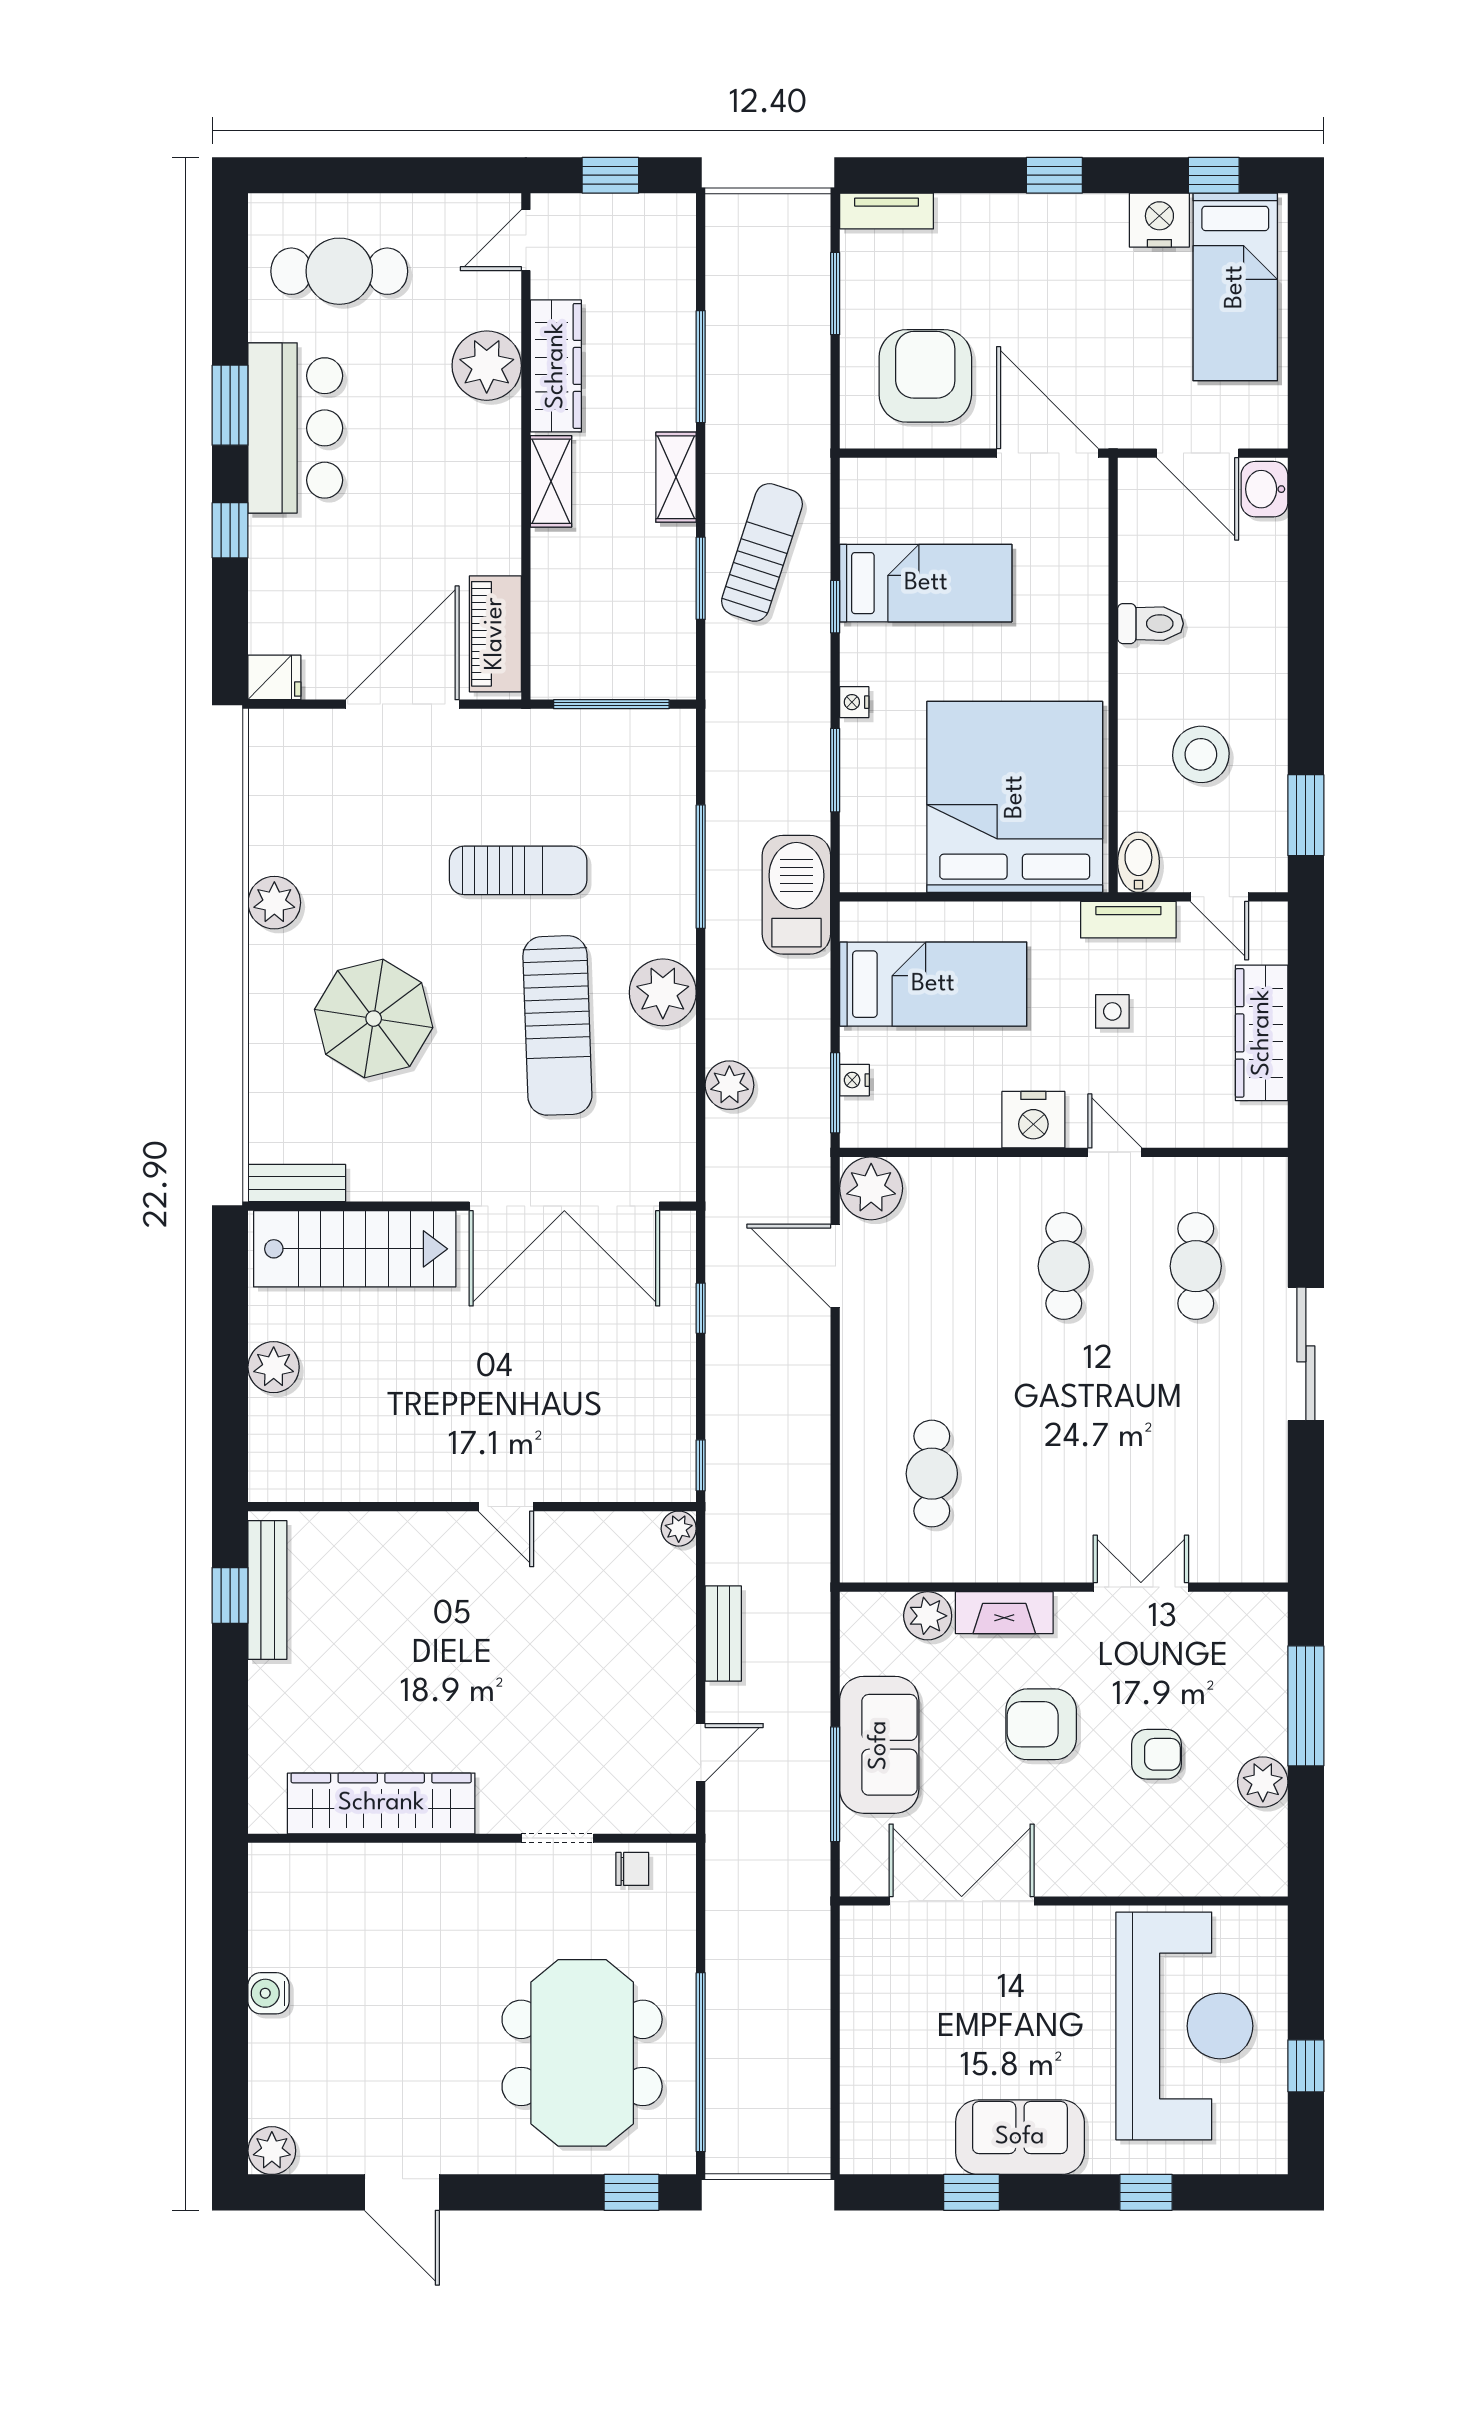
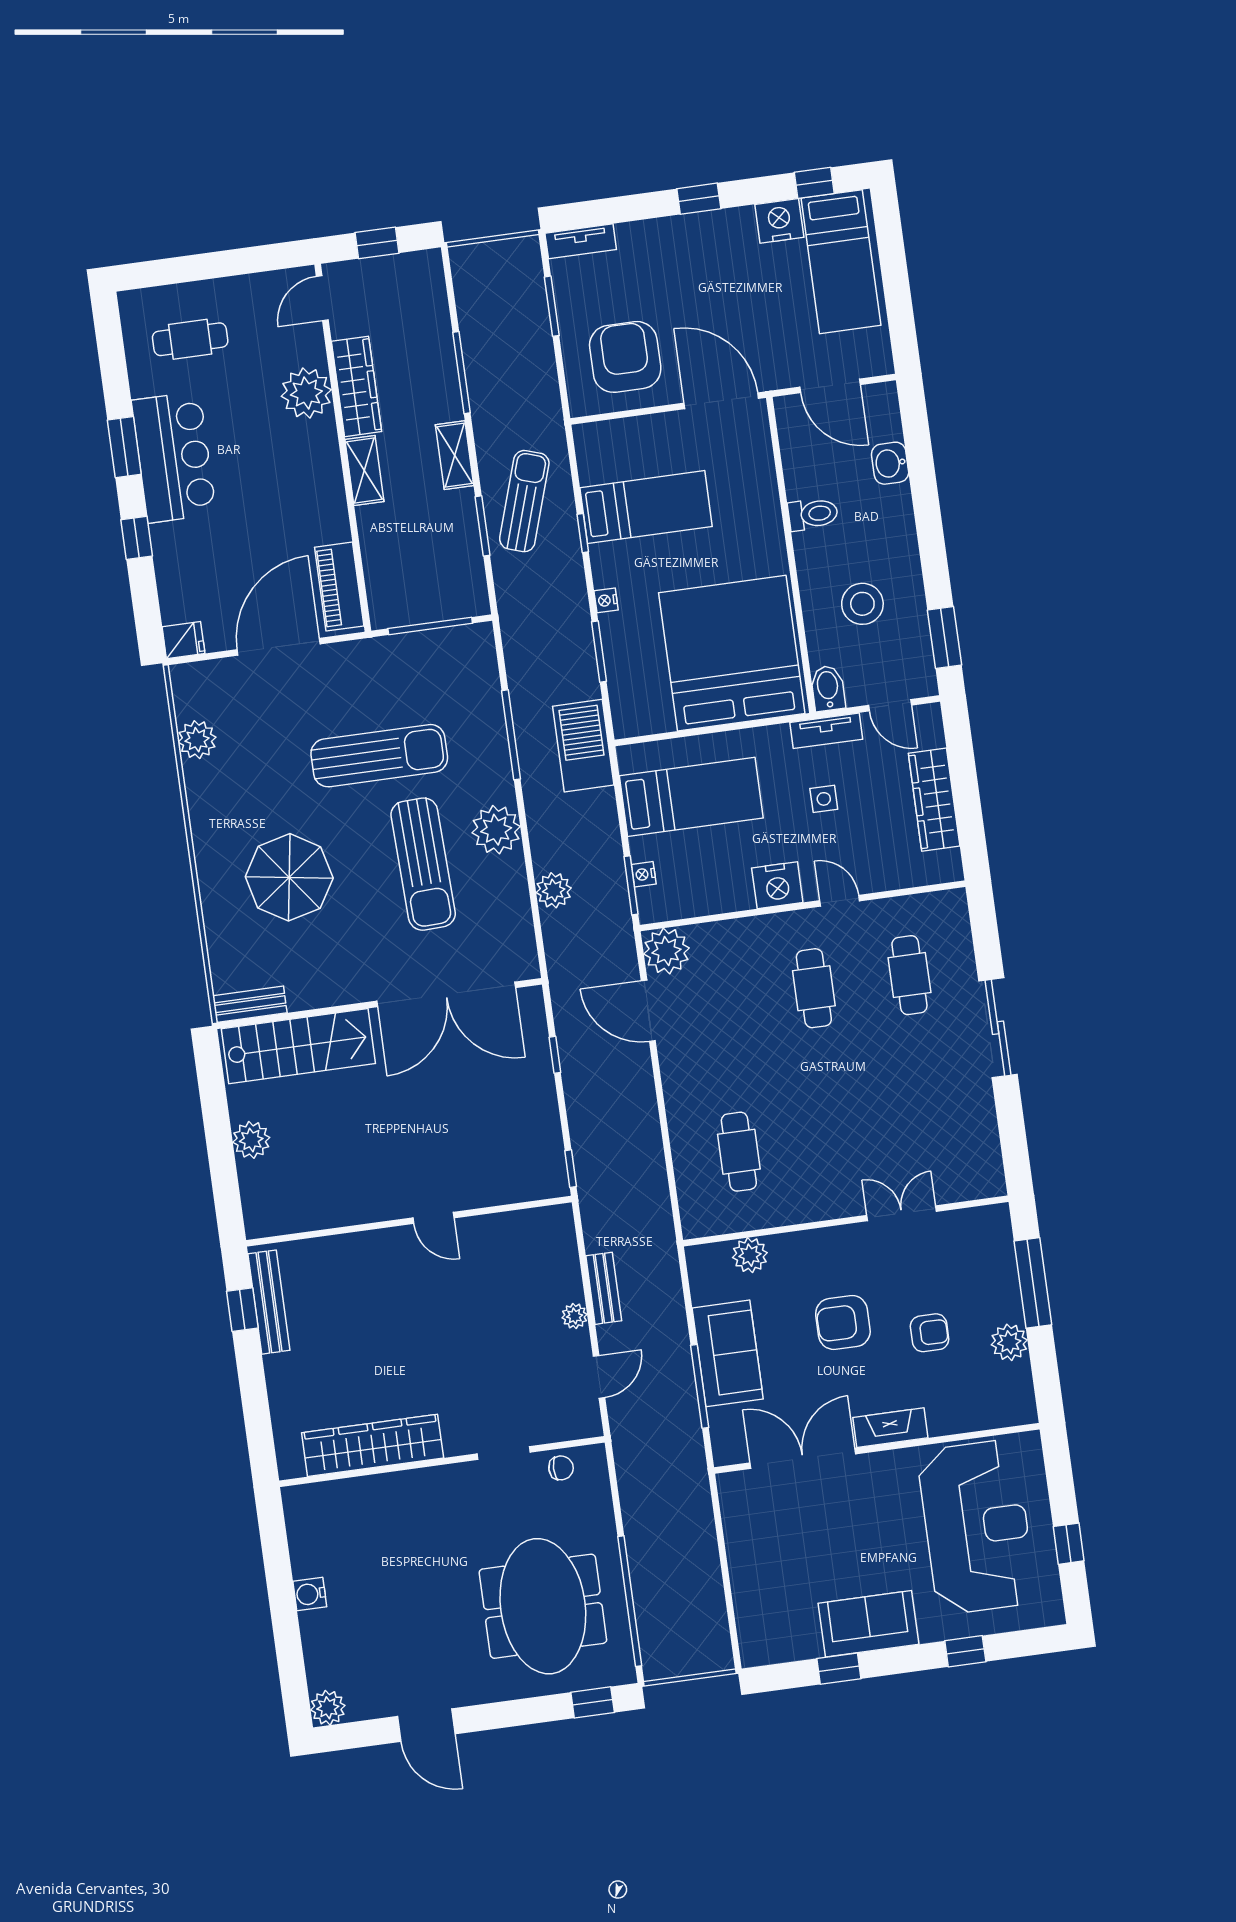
cafe table: (339, 271) -> (190, 339), width x0.73, depth x0.74
washbasin: (1264, 489) -> (890, 463), moved
sun lounger: (518, 870) -> (379, 756), width x1.36, depth x1.34
plant: (274, 903) -> (197, 740), moved
plant: (679, 1529) -> (575, 1316), moved
fireplace: (1004, 1613) -> (890, 1428), moved, turned 180

